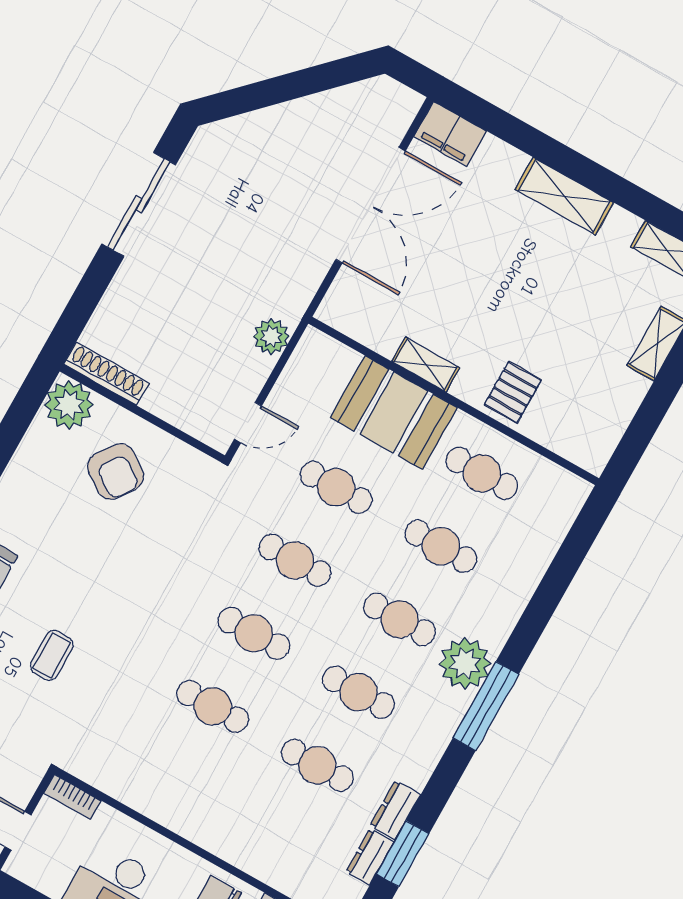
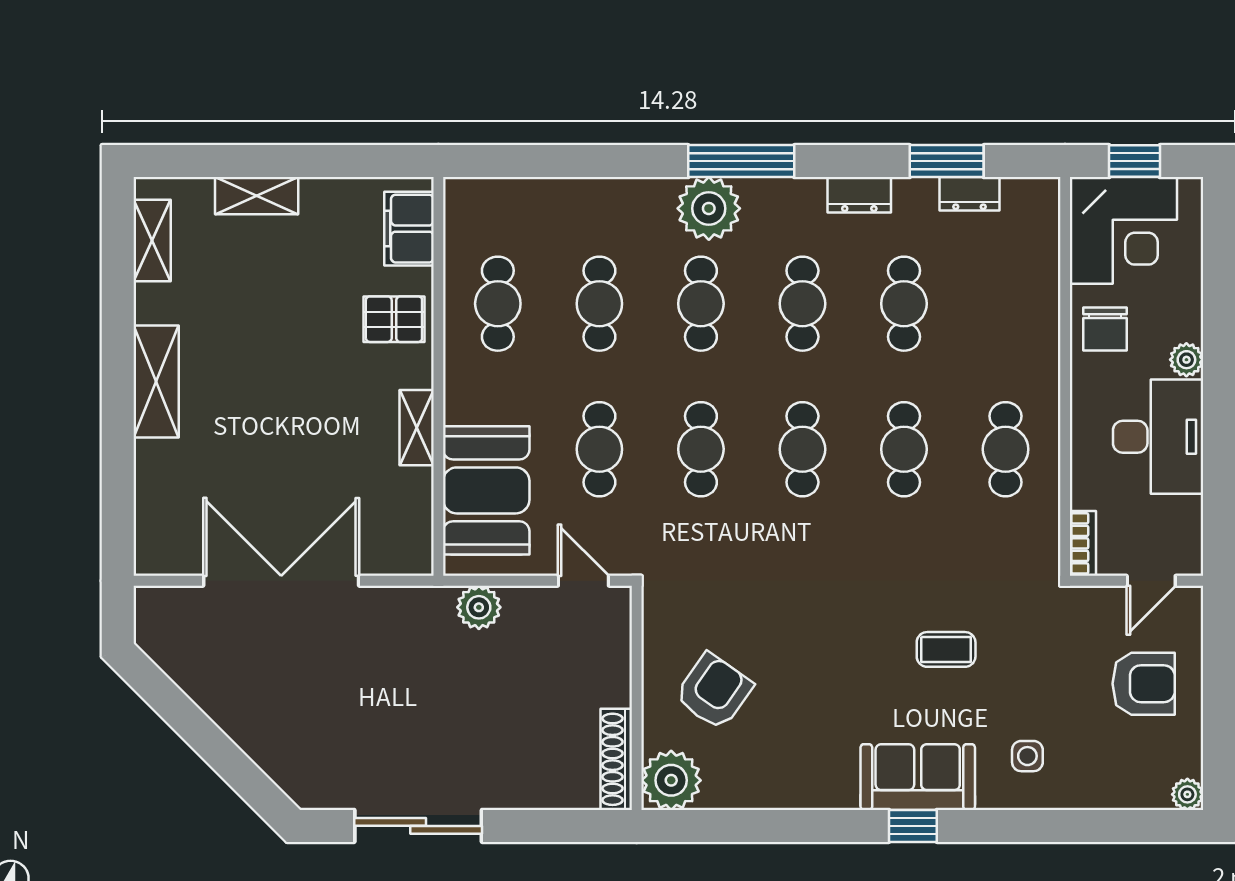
filing cabinet: (450, 134) -> (409, 229), moved, turned 180
booth: (394, 413) -> (486, 490), moved
cafe table: (172, 779) -> (1006, 449), added
dresser: (395, 810) -> (859, 195), moved

